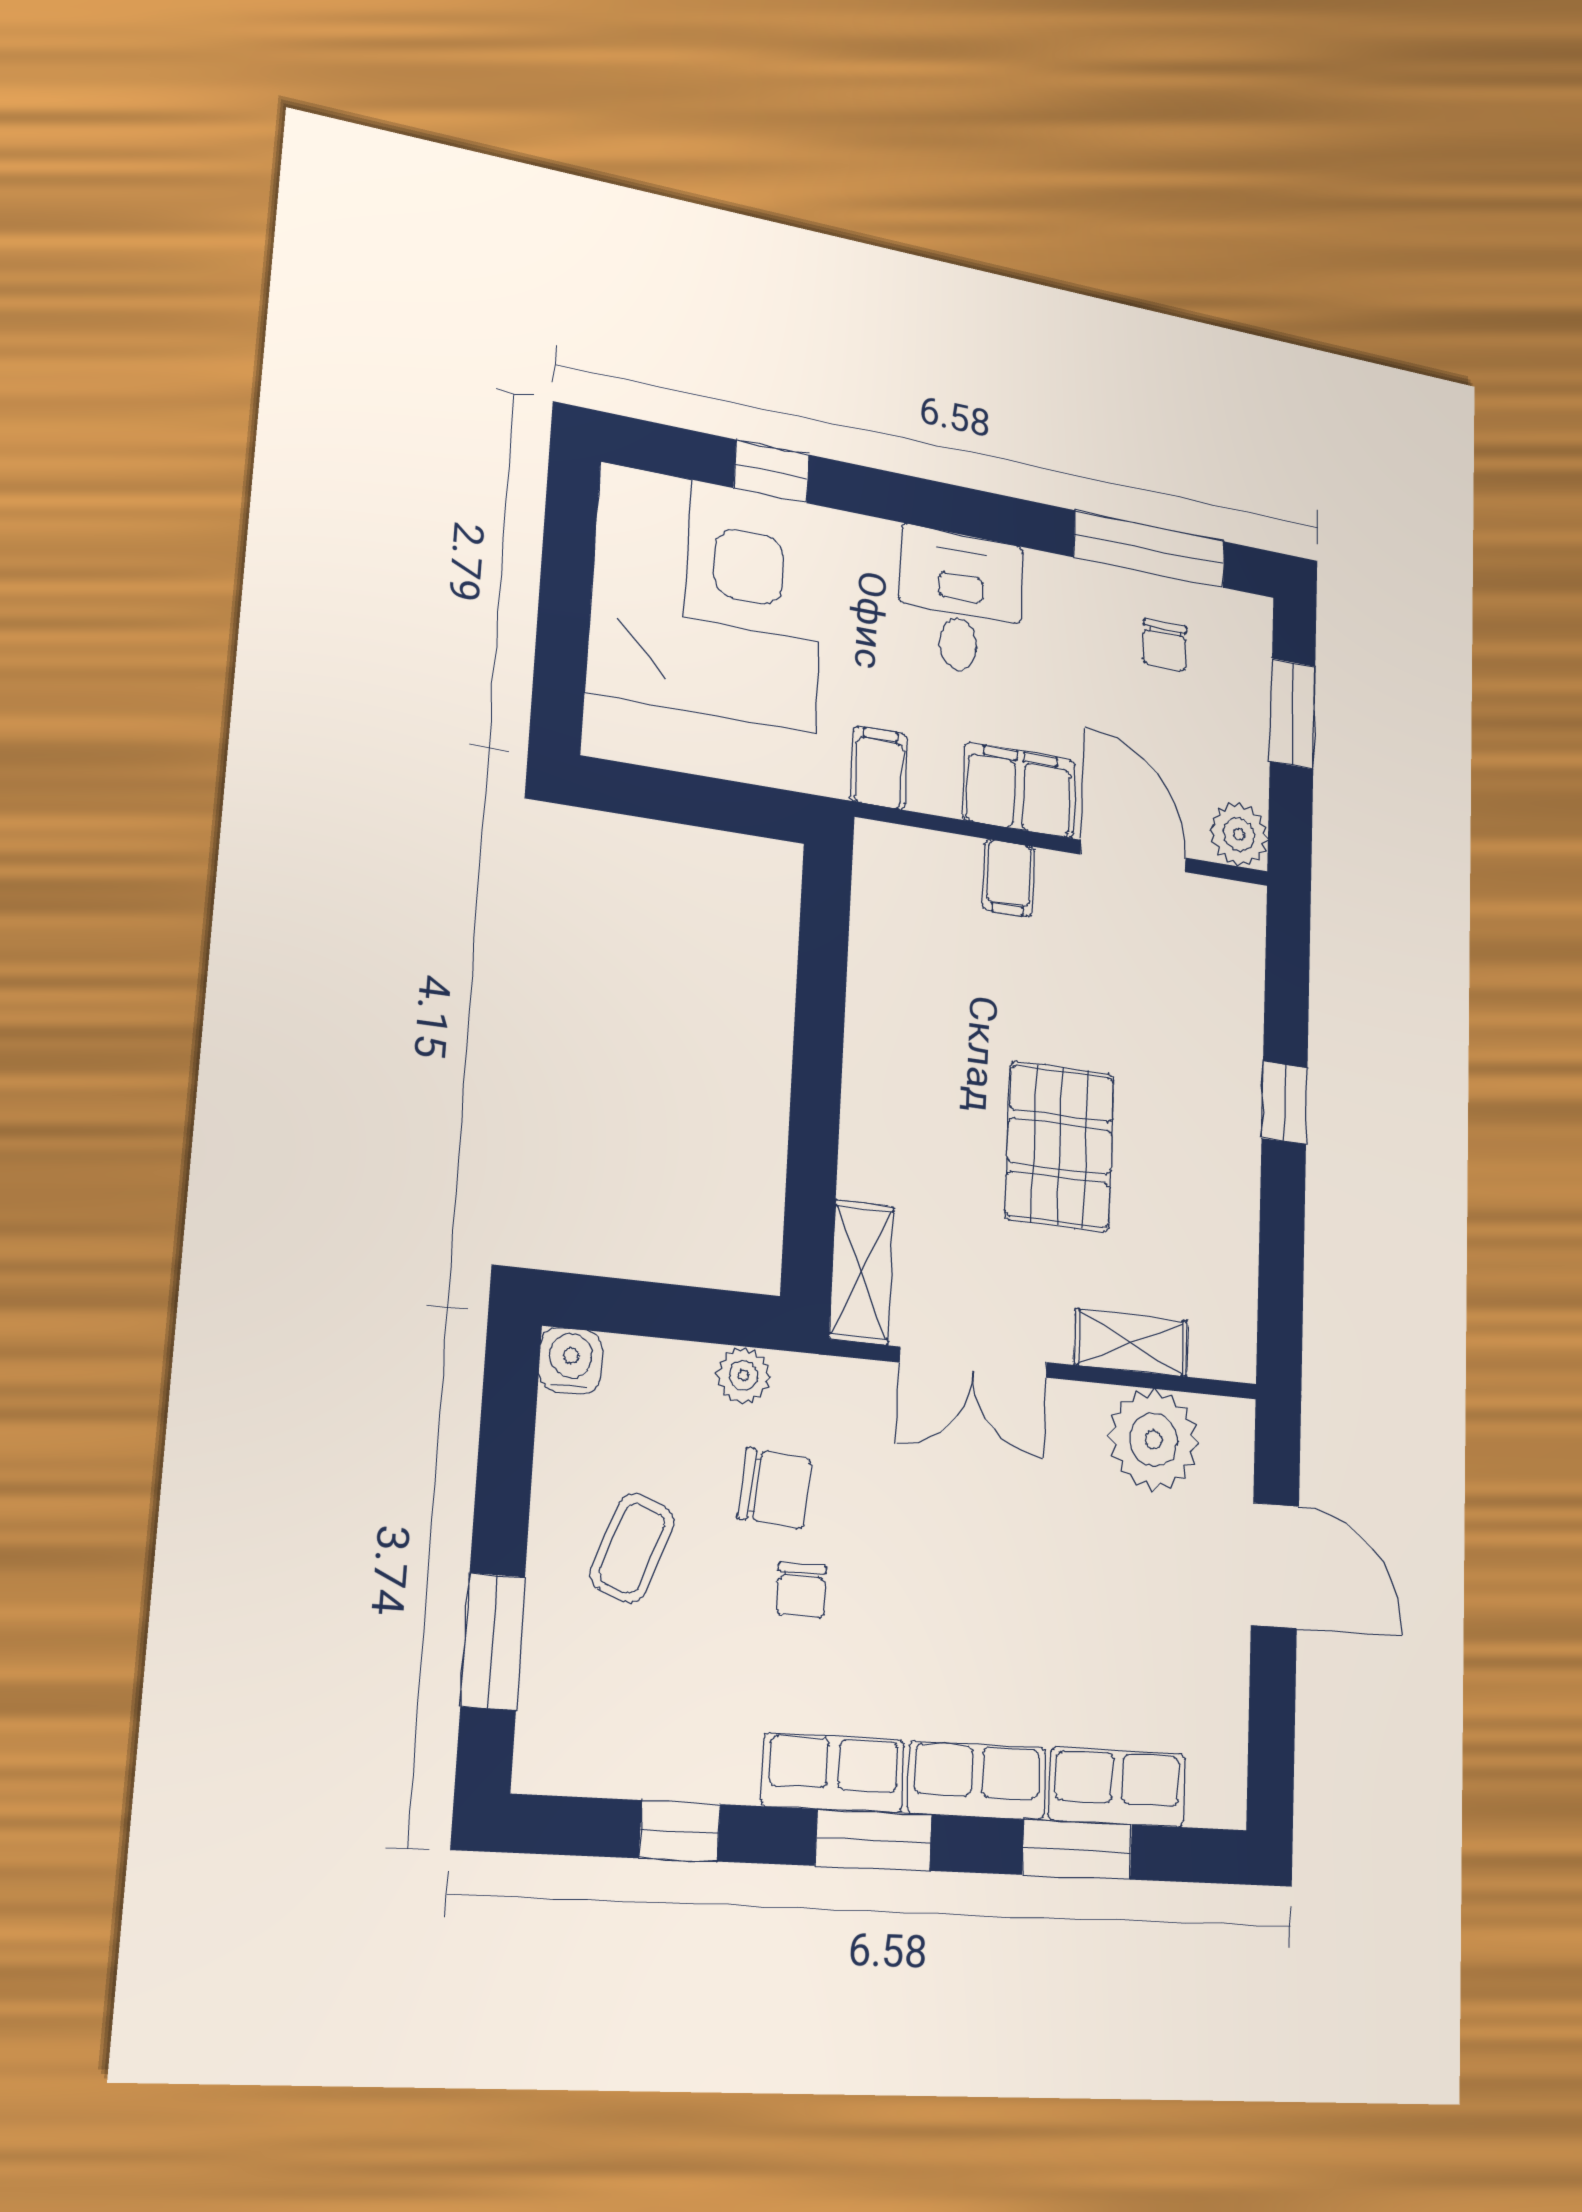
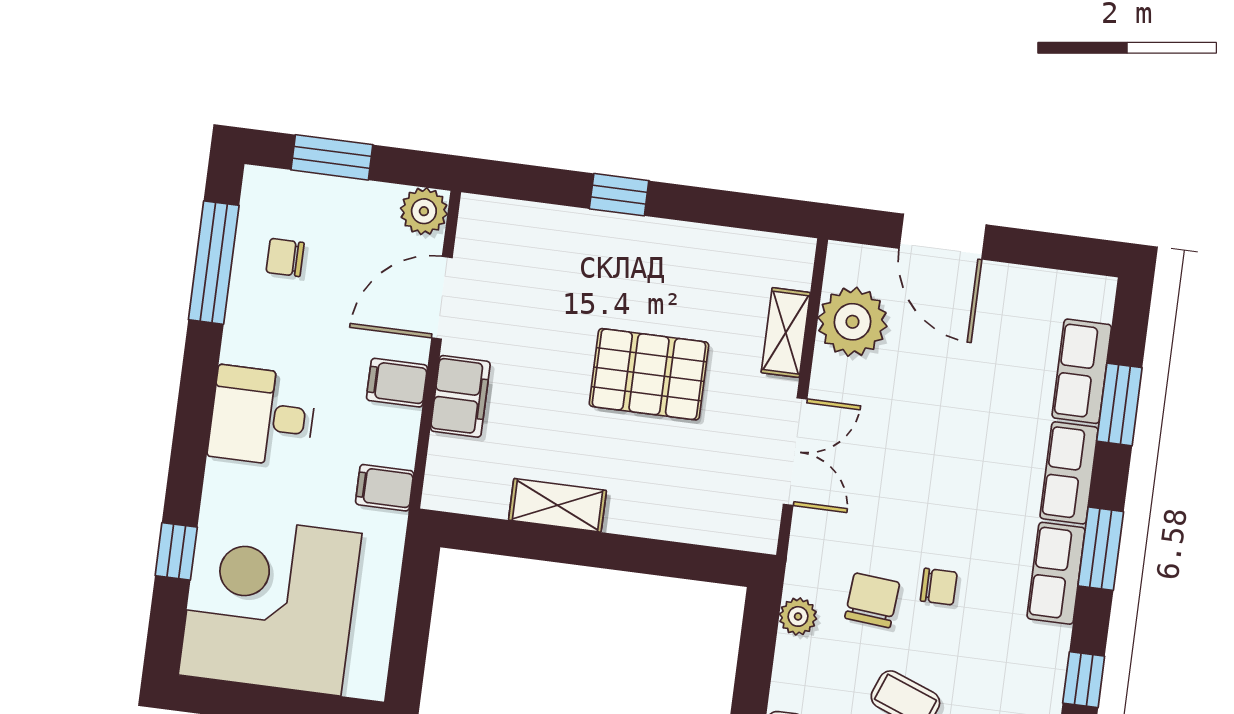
chair: (1165, 645) -> (285, 257), turned 180
filing cabinet: (1019, 790) -> (397, 383), width x0.50
filing cabinet: (1009, 878) -> (460, 396), width x2.00
shelving: (862, 1272) -> (557, 505), moved
door: (1275, 1565) -> (943, 237), swing flipped

